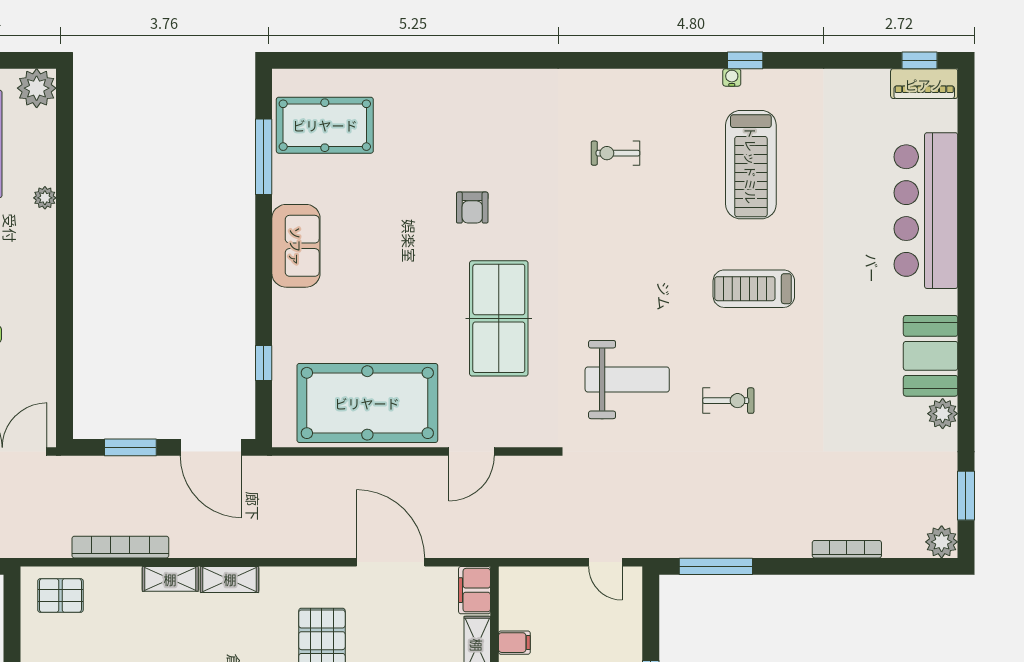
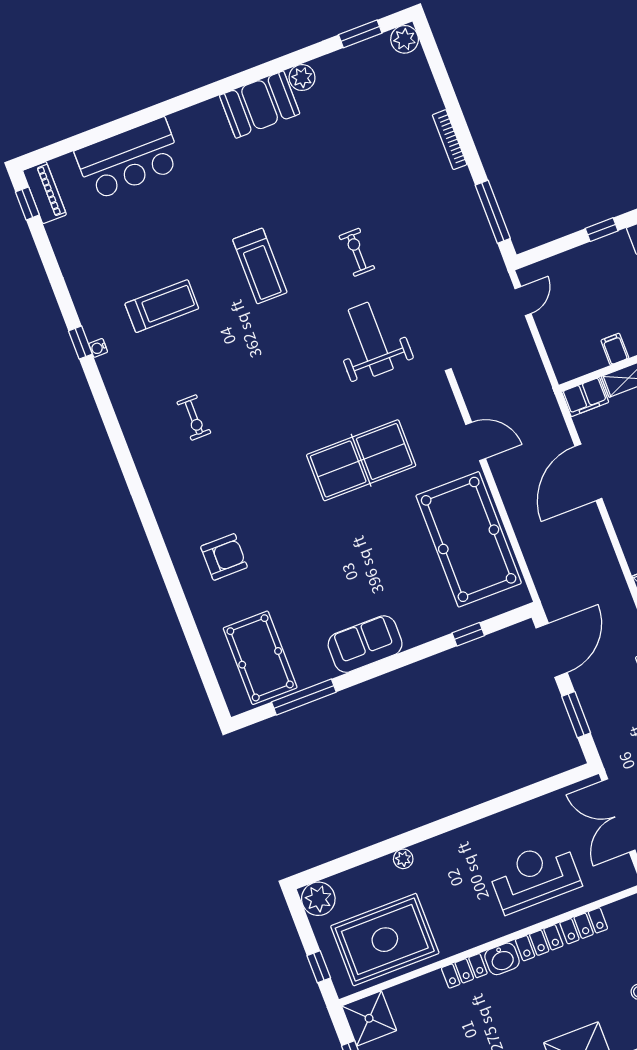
treadmill: (751, 165) -> (162, 306), width x0.73, depth x0.73
armchair: (472, 208) -> (224, 557), moved, width x1.38, depth x1.38
bar counter: (926, 211) -> (129, 159), width x0.73
bookcase: (847, 549) -> (450, 140), moved

